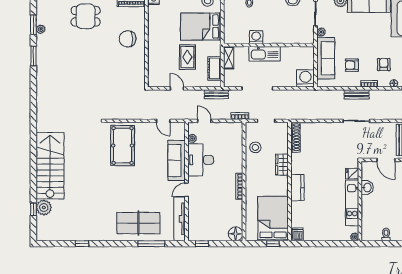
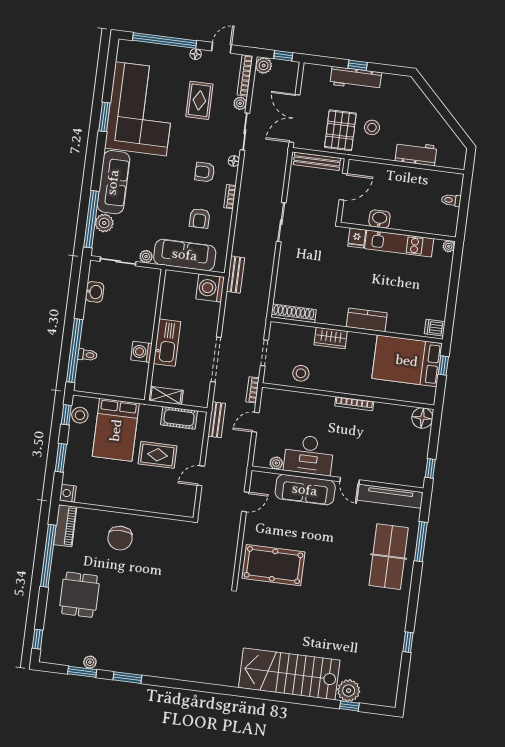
bench: (357, 94) -> (235, 275), moved
door: (204, 121) -> (256, 422), moved

